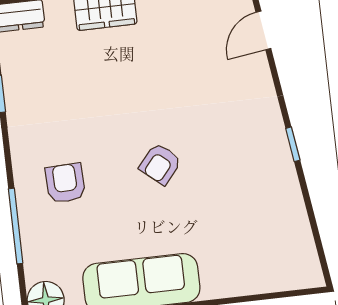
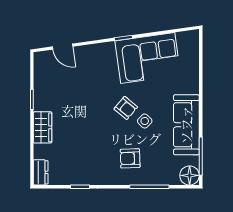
corner sofa: (260, 195) -> (148, 58), added
side table: (140, 203) -> (145, 121), added

